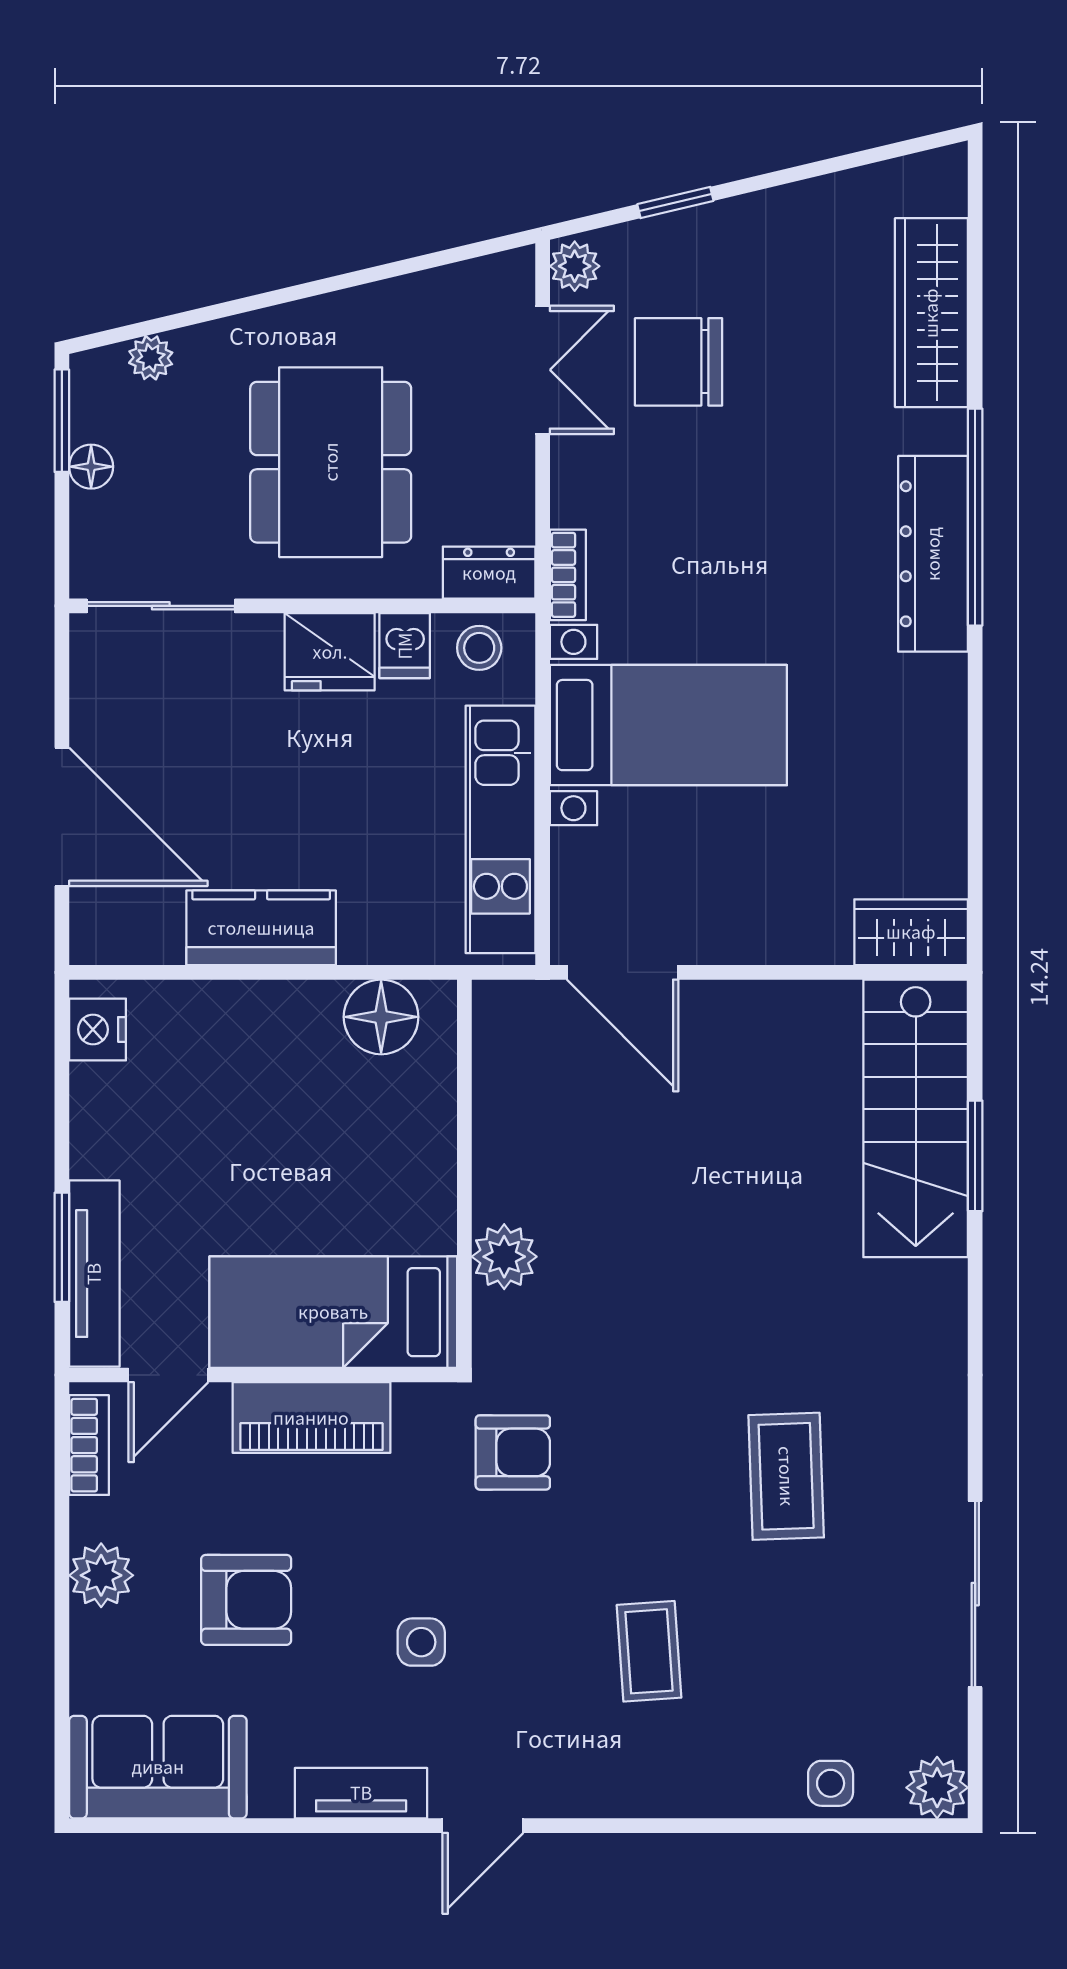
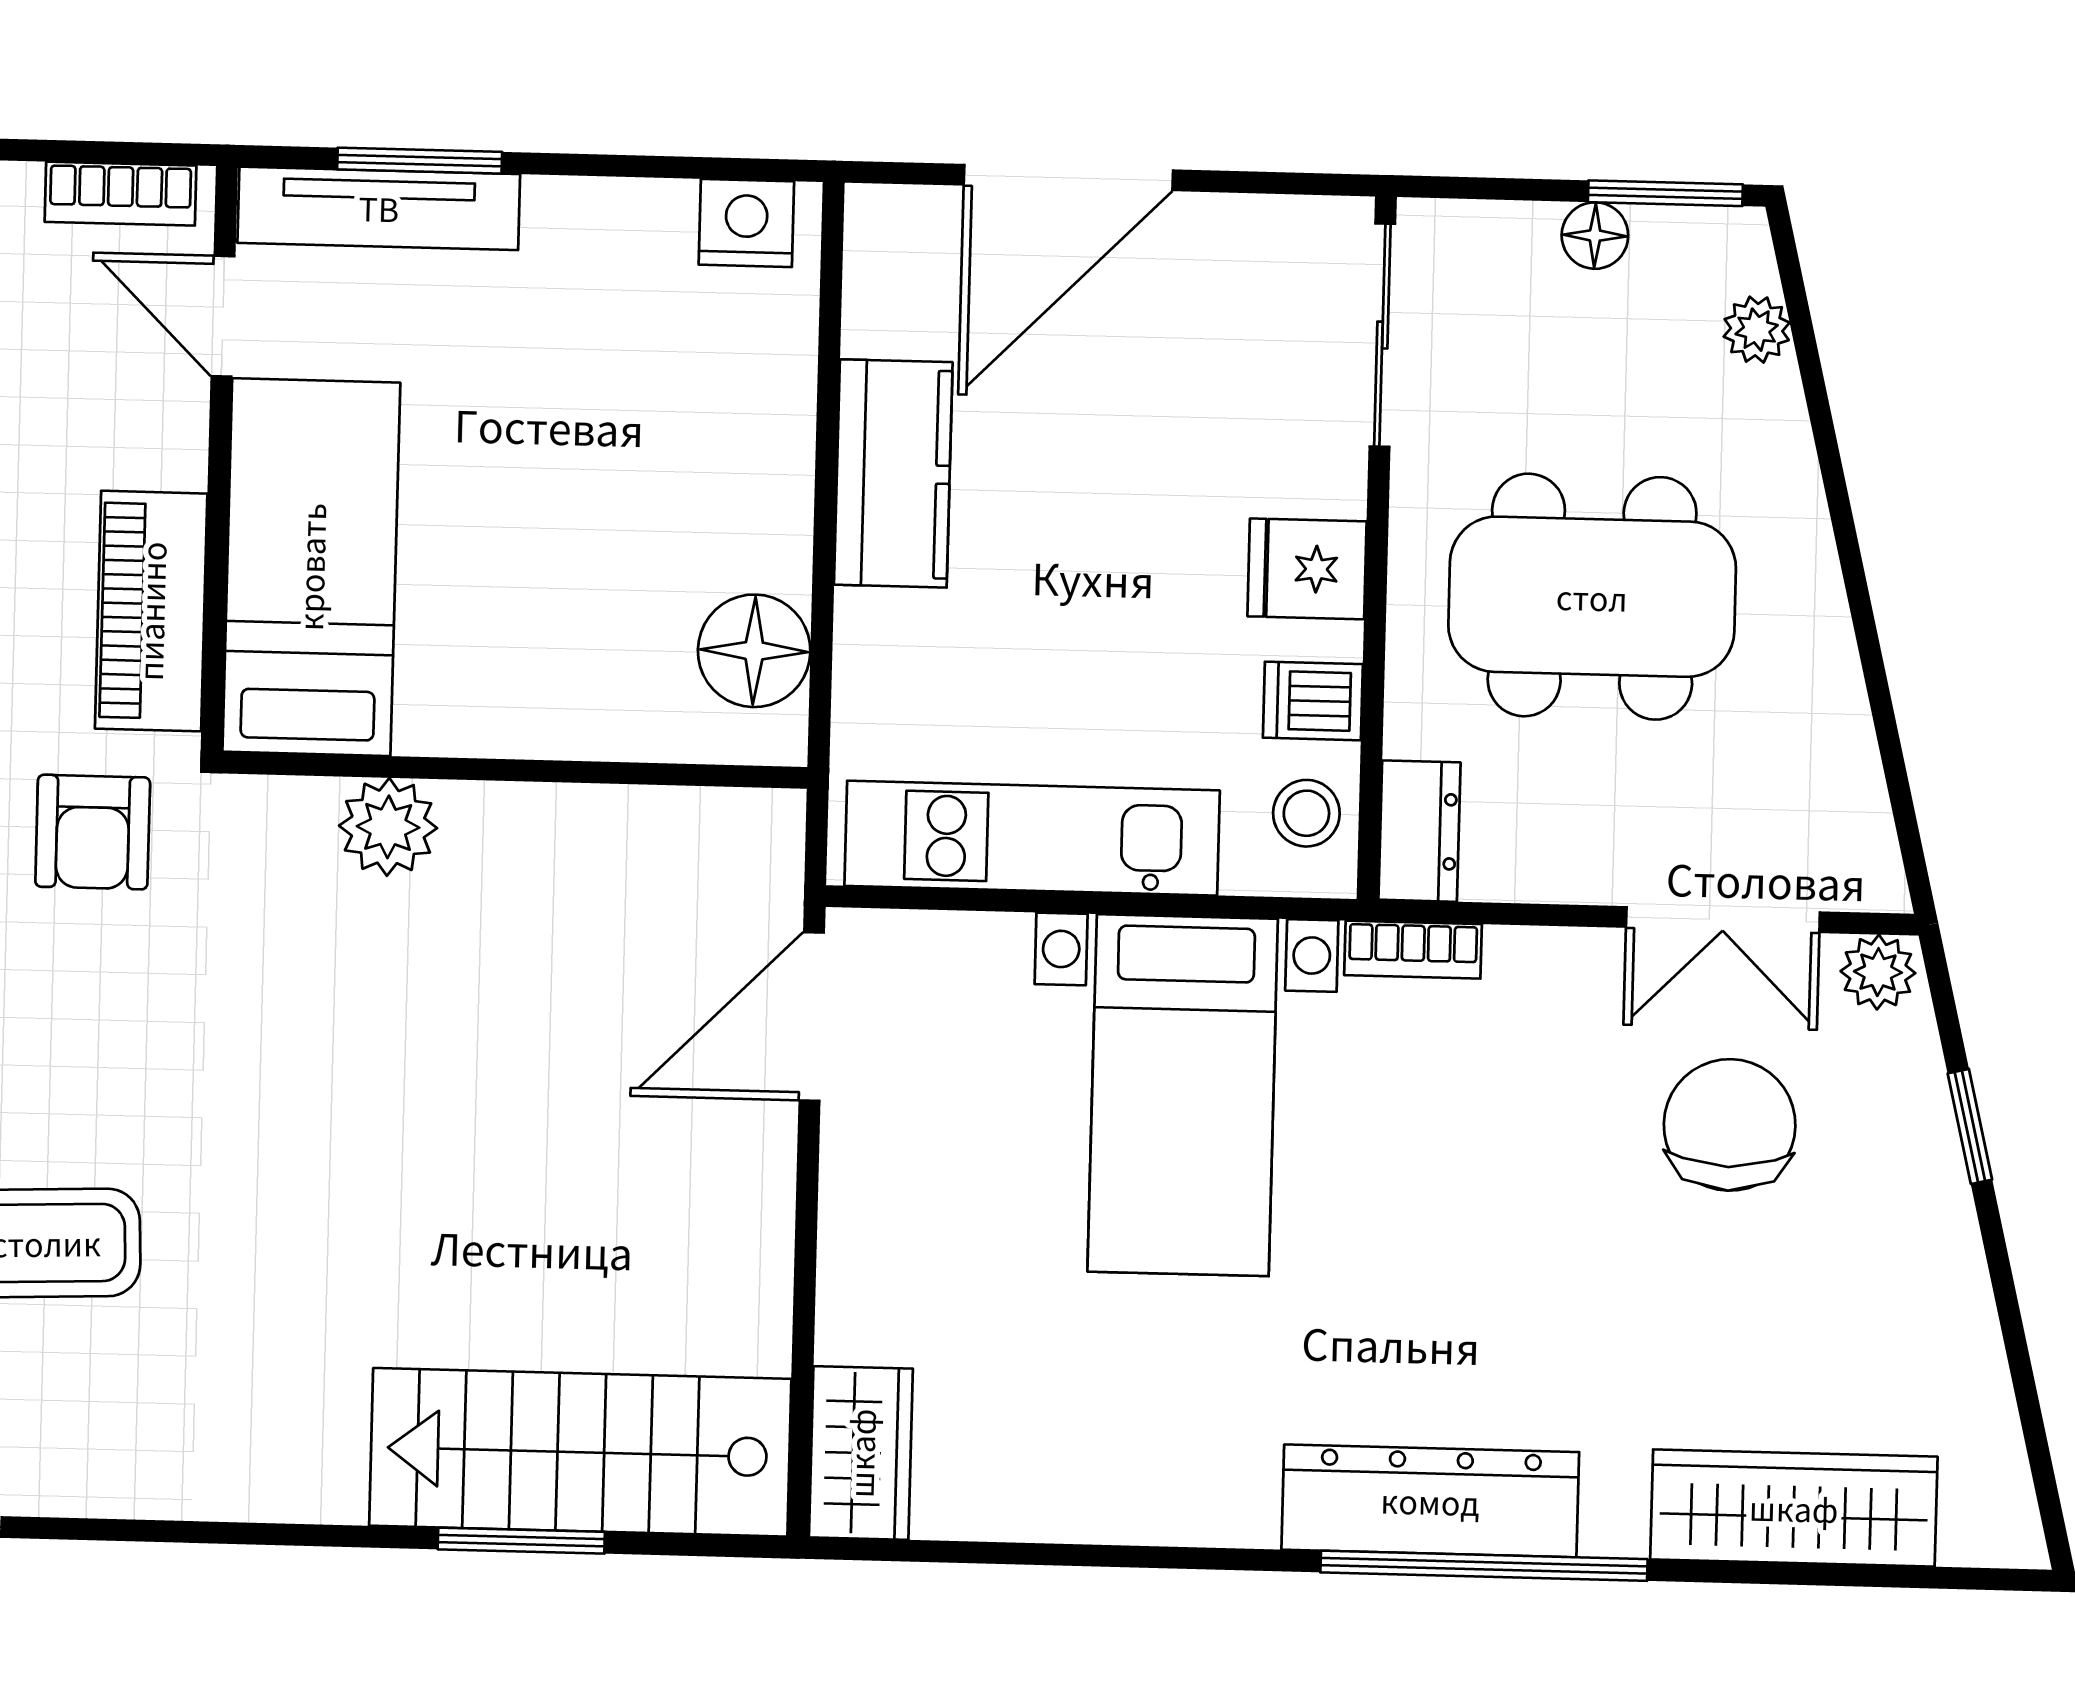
fridge: (330, 652) -> (1307, 569), width x0.72
piano: (311, 1418) -> (151, 611), moved

